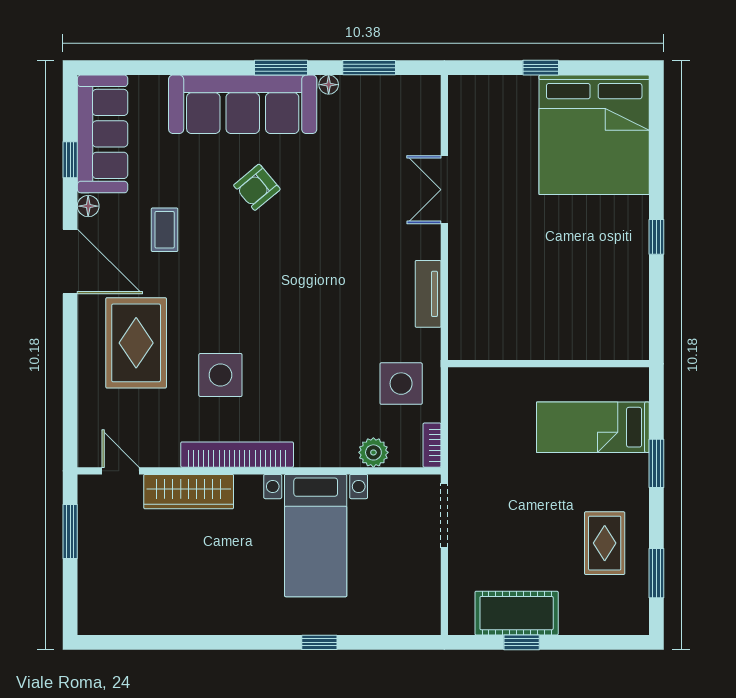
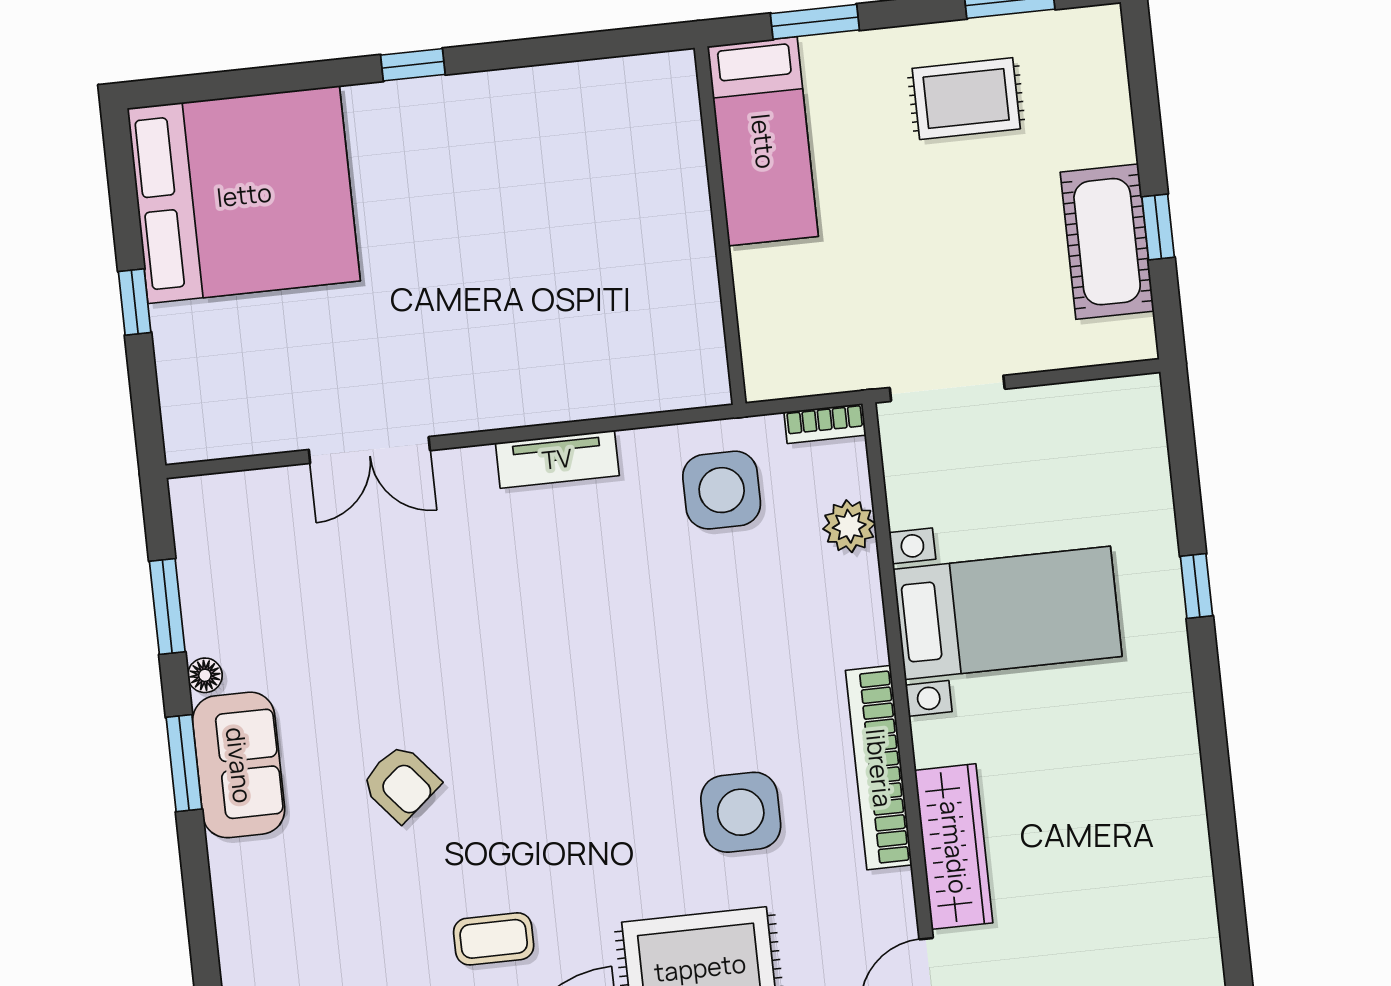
sofa: (243, 104) -> (239, 765), width x0.54, depth x0.79
wall: (549, 364) -> (720, 226), moved

